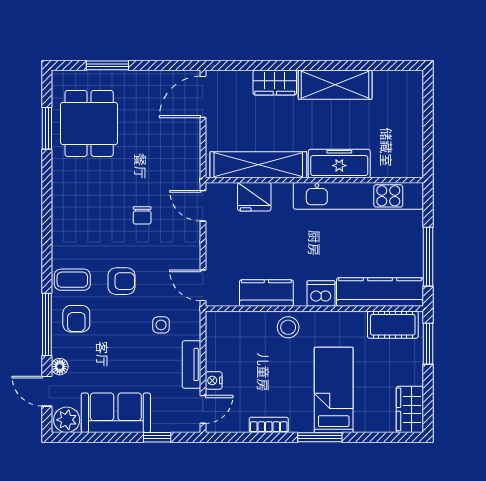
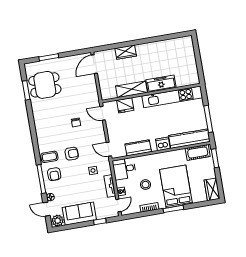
shelving: (335, 85) -> (153, 48), removed
dining table: (89, 123) -> (45, 85), turned 90
shelving: (258, 165) -> (131, 89), width x0.68
stool: (288, 327) -> (146, 185), moved
desk: (229, 333) -> (124, 169), added
bed: (334, 390) -> (176, 186), width x1.50

